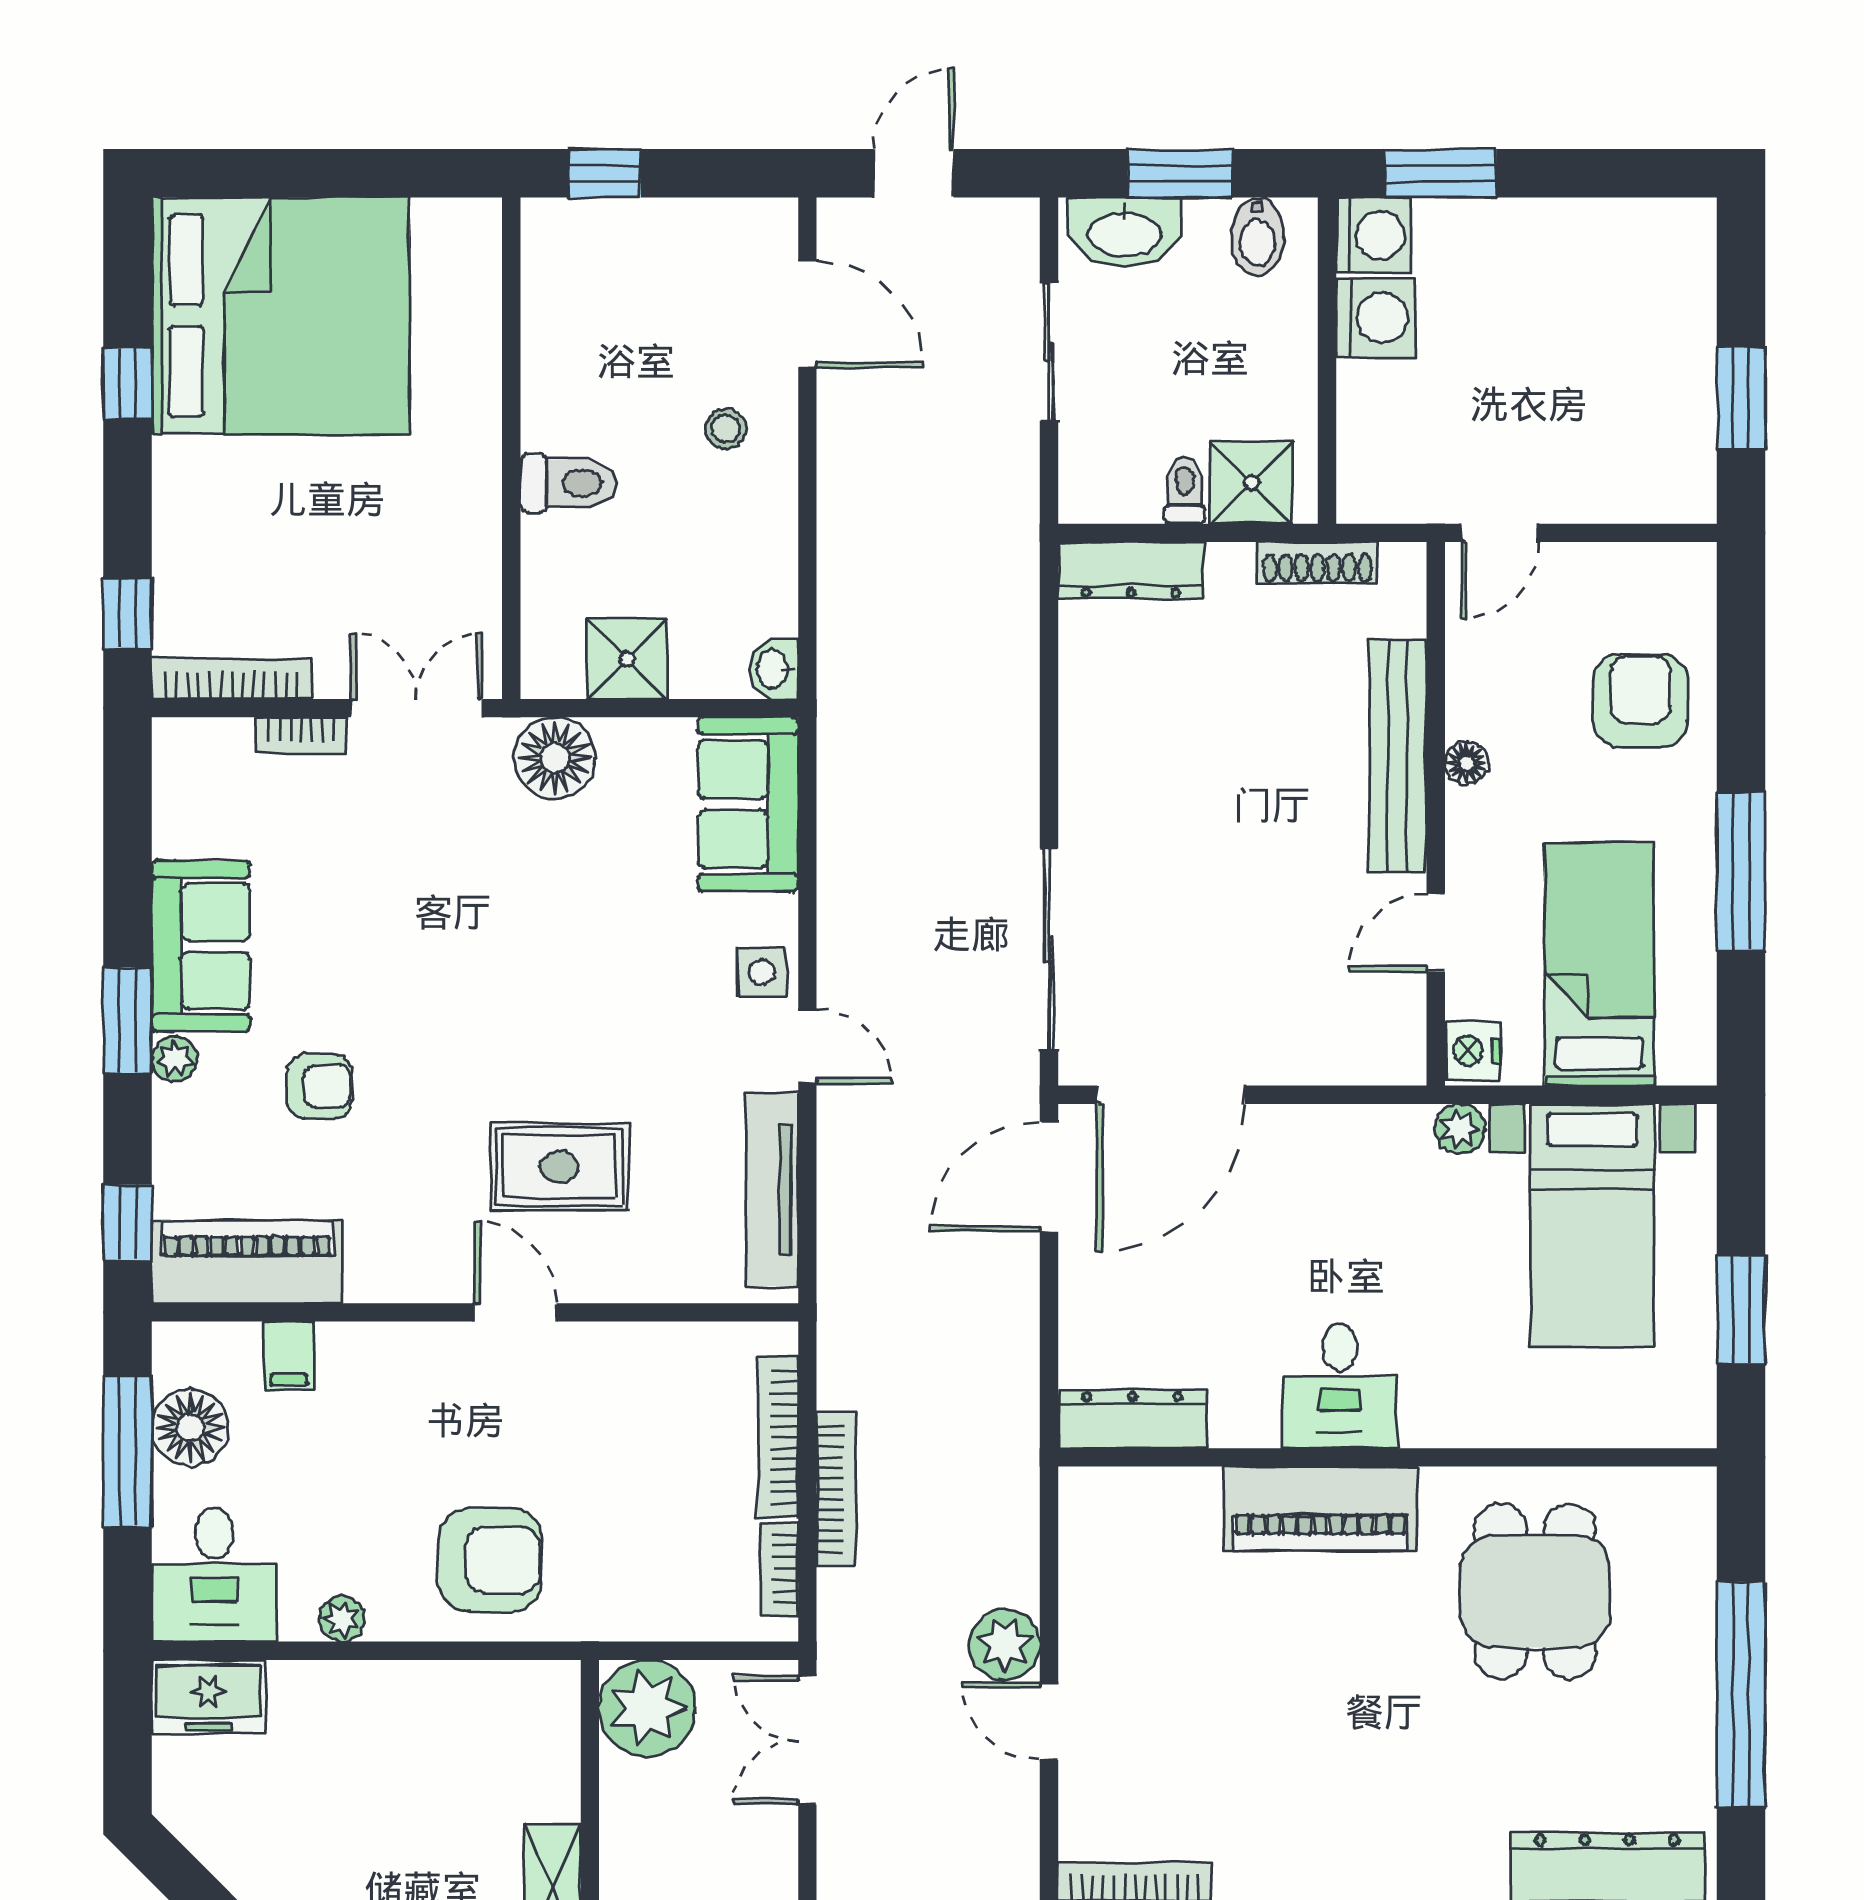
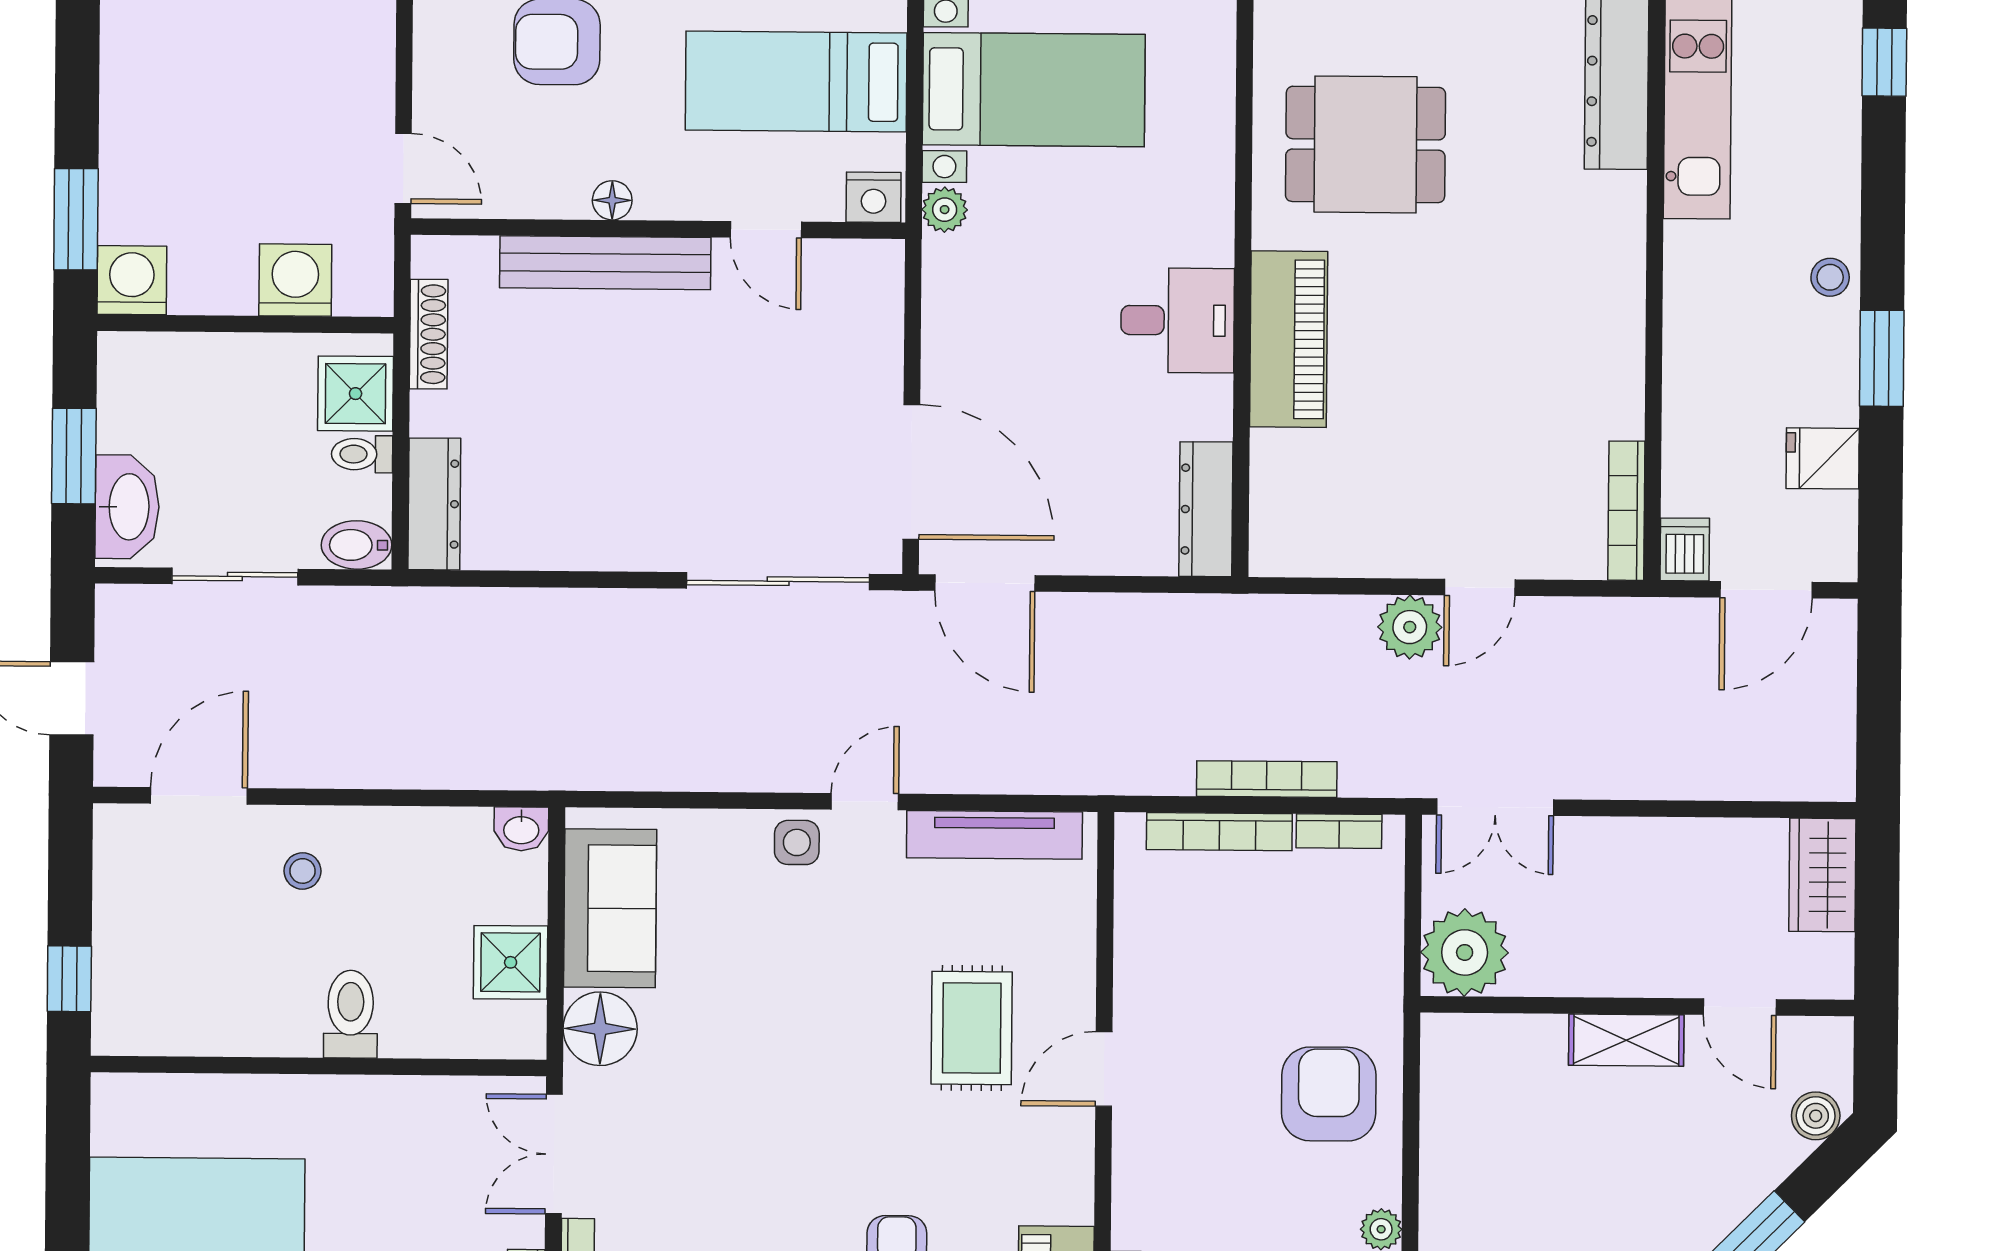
bidet: (1258, 236) -> (356, 545), moved, turned 180
washing machine: (1376, 318) -> (295, 280), moved
sofa: (748, 804) -> (610, 908), moved, turned -90

